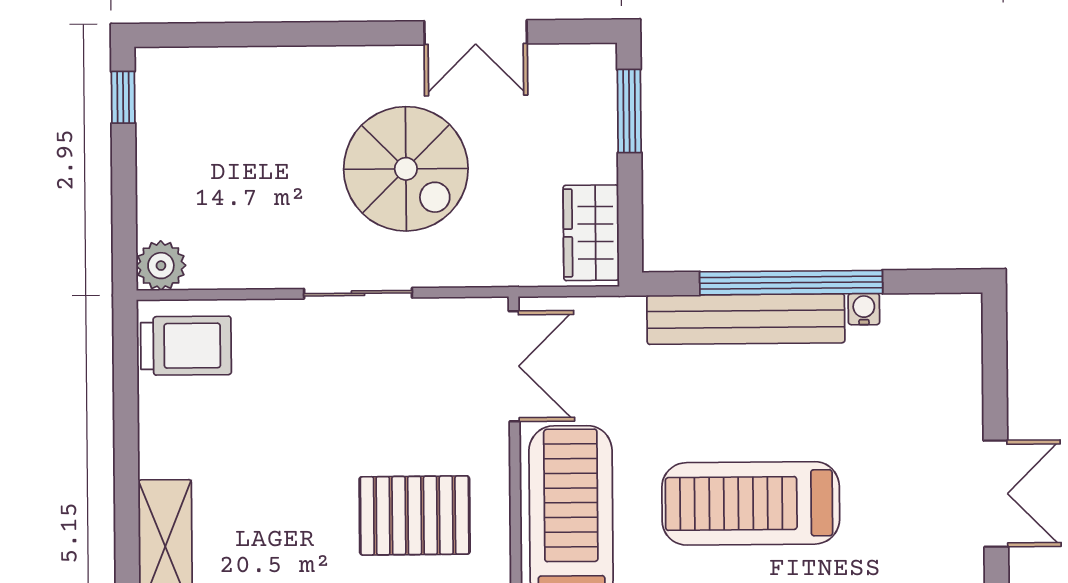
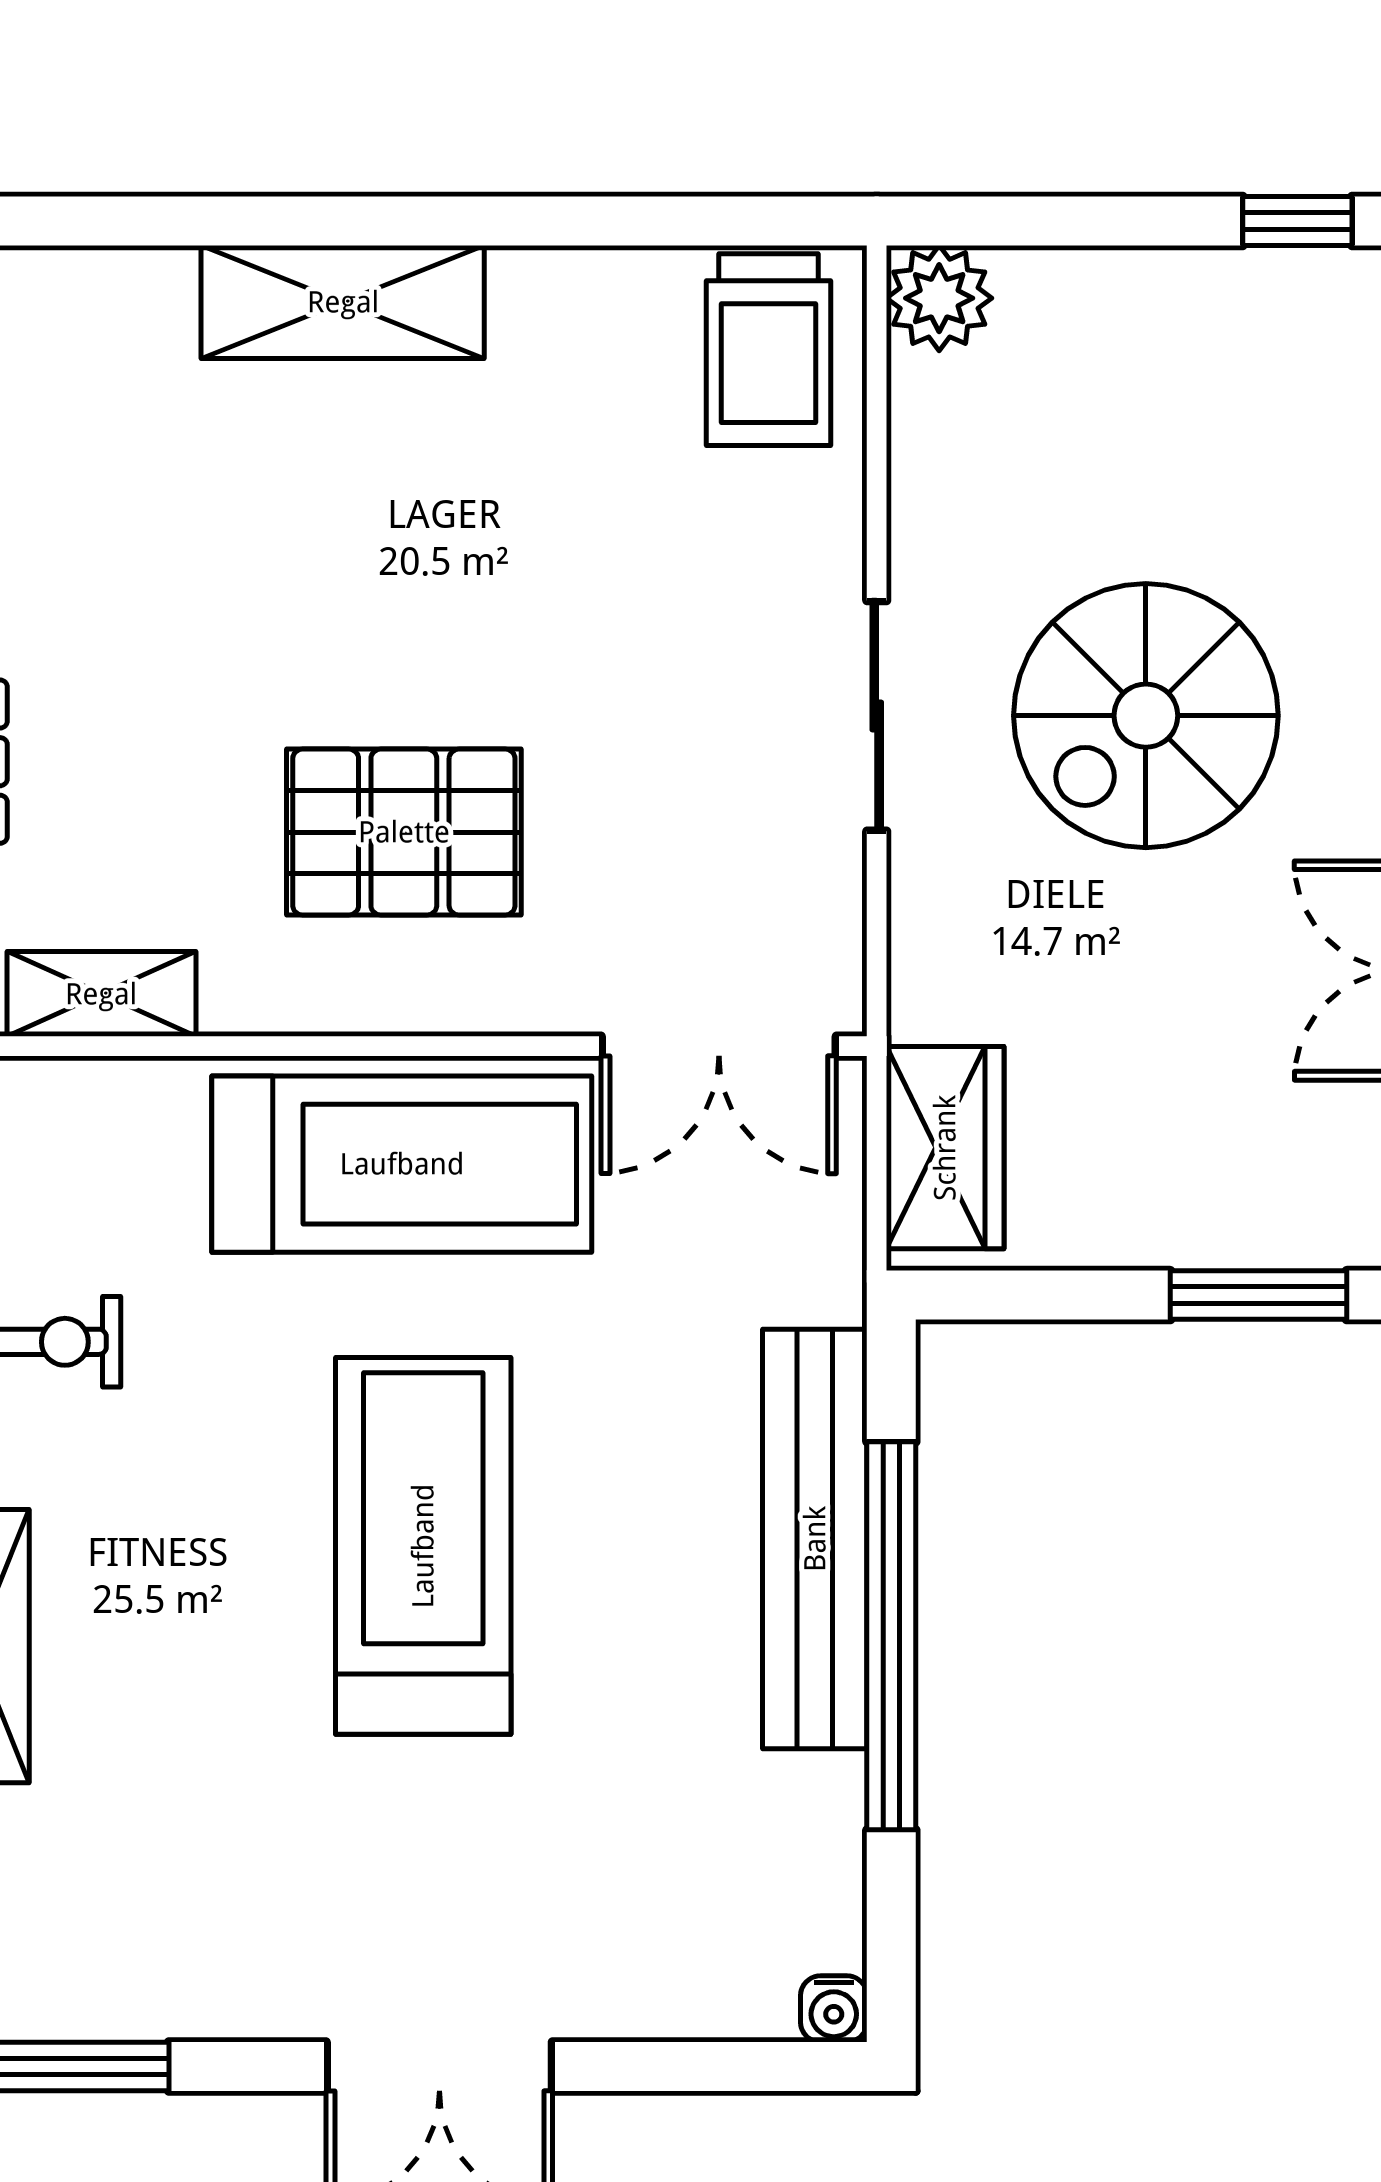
spiral stairs: (406, 169) -> (1146, 716), moved
wardrobe: (591, 233) -> (945, 1148), moved, turned 90
water cooler: (864, 309) -> (834, 2009), moved, turned 90
pallet: (415, 515) -> (404, 832), turned 90

